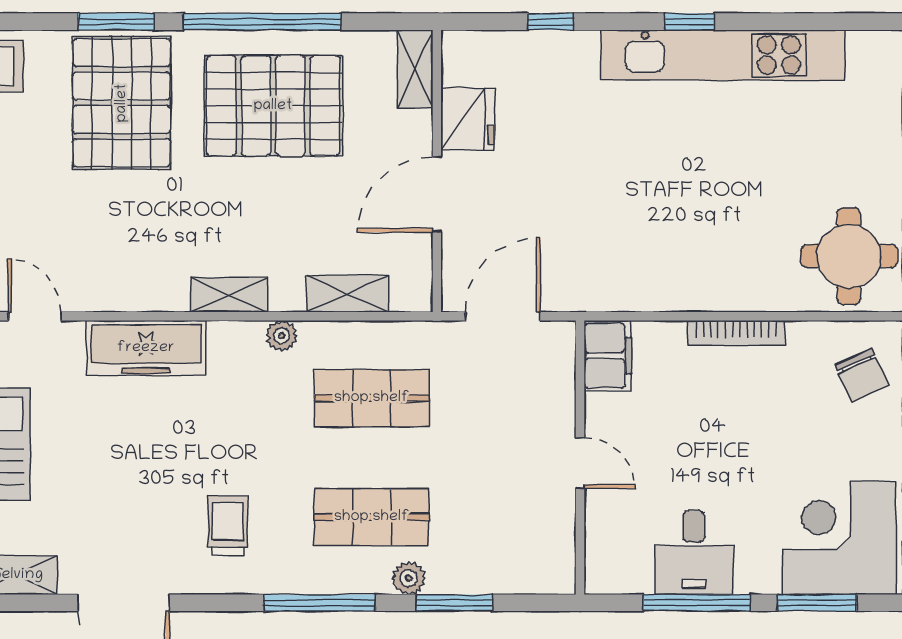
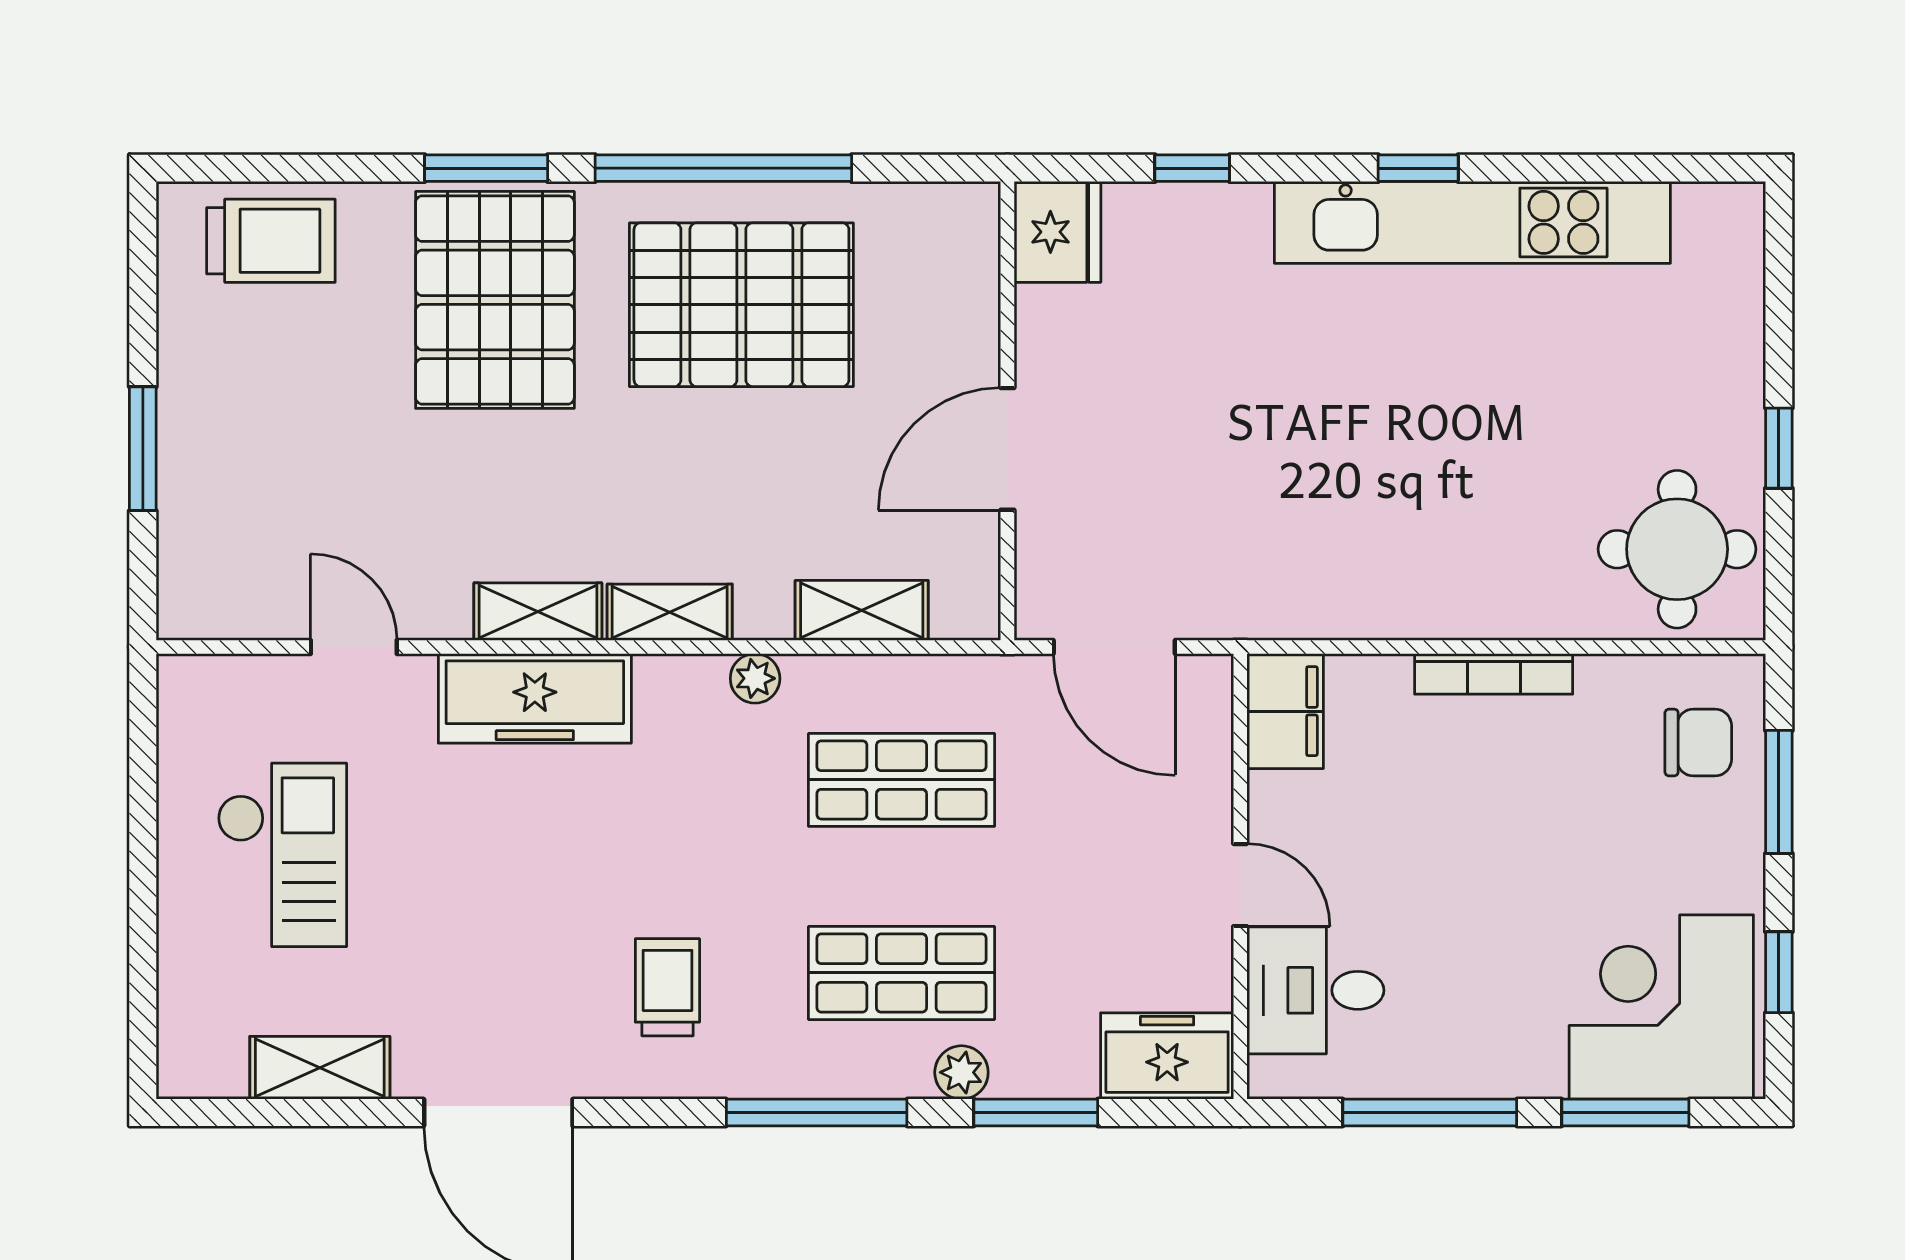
shelving: (415, 69) -> (538, 612), moved, turned 90
fridge: (468, 119) -> (1057, 232), moved
door: (503, 316) -> (1114, 647), swing flipped
chair: (862, 375) -> (1698, 743), turned -65
desk: (694, 552) -> (1315, 990), moved, turned 90
freezer: (535, 568) -> (1167, 1056), added

